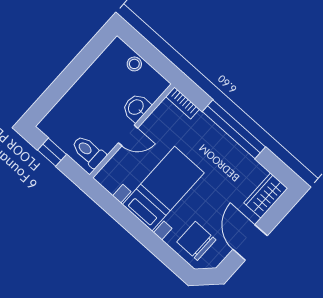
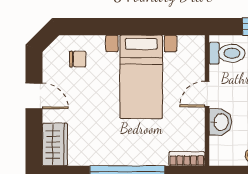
chair: (196, 241) -> (78, 59), width x0.54, depth x0.54
door: (250, 243) -> (34, 96), width x0.73

